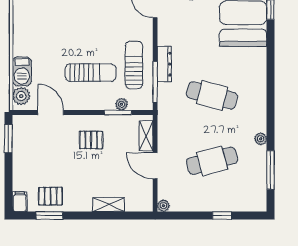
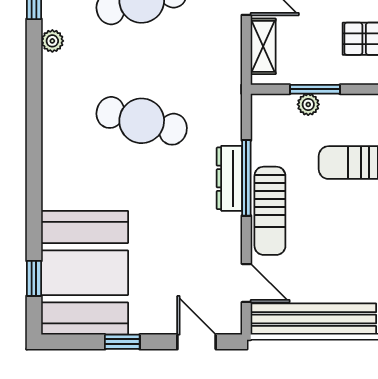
sun lounger: (134, 65) -> (270, 211), moved
window: (155, 82) -> (246, 178), moved

